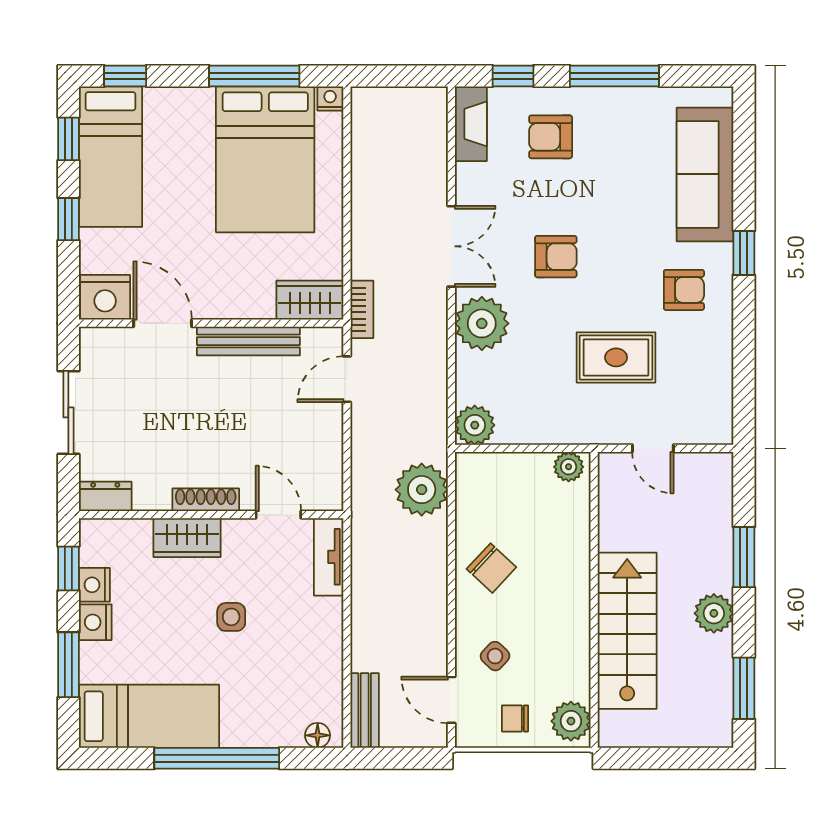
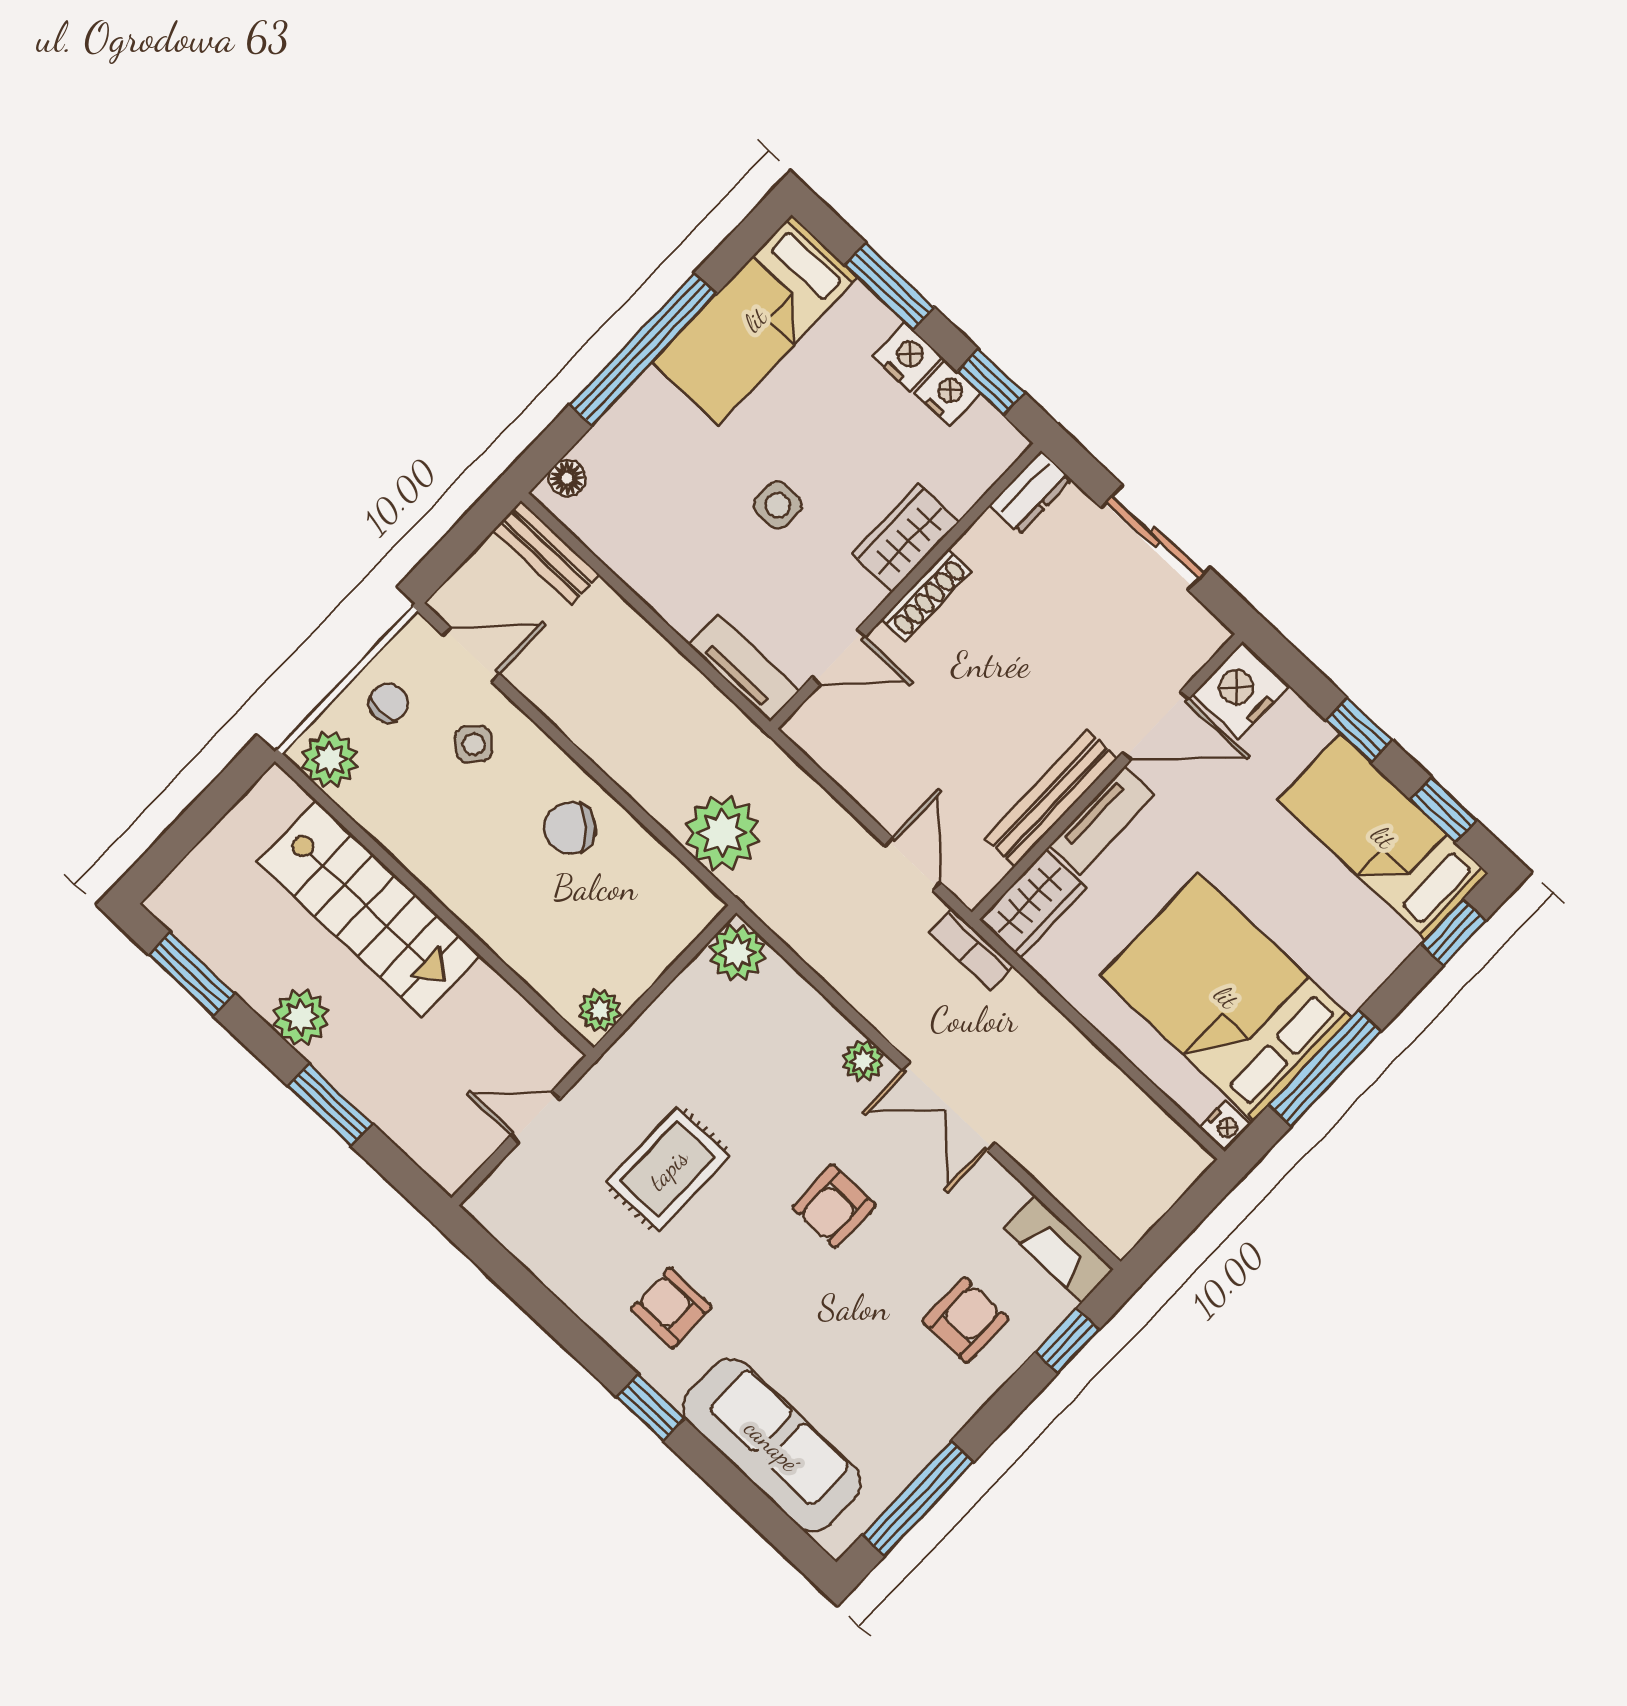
window: (614, 76) -> (918, 1498), moved
armchair: (684, 290) -> (671, 1308), turned 90
tv unit: (236, 305) -> (1102, 820), added
plant: (482, 323) -> (863, 1061), width x0.53, depth x0.53

